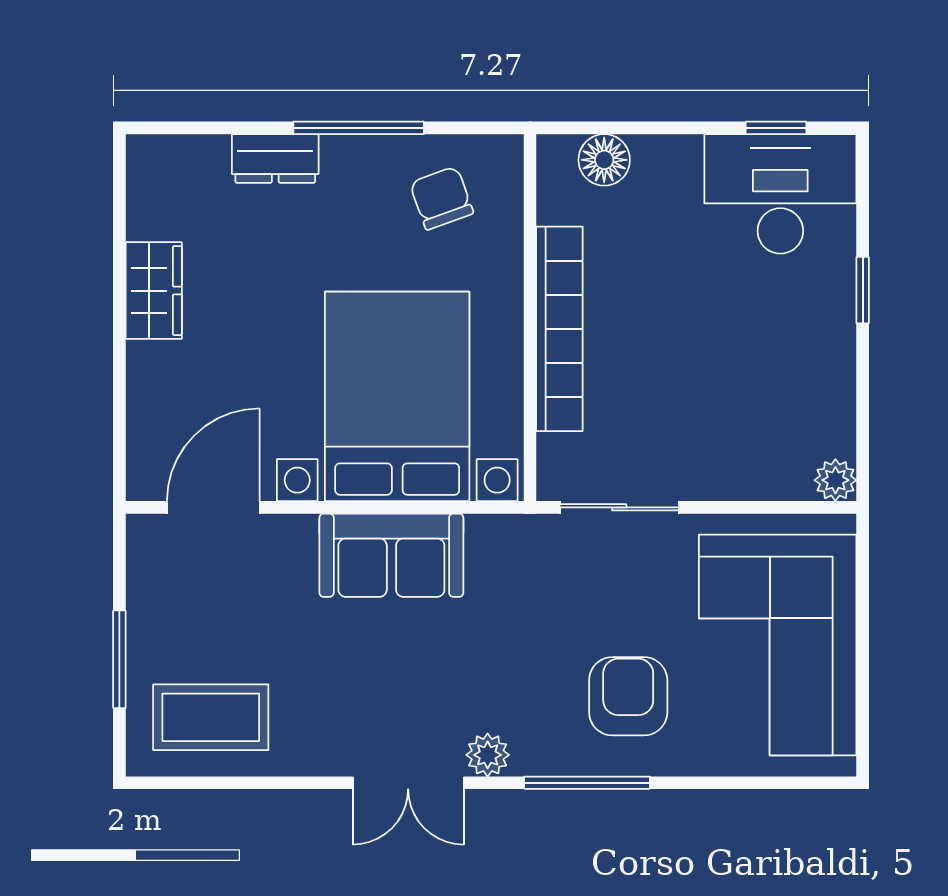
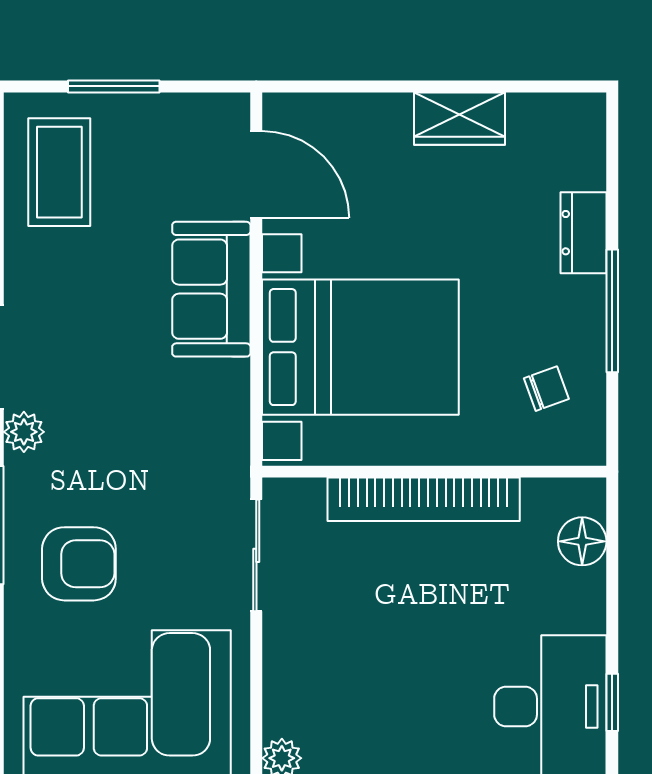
chair: (441, 198) -> (546, 389), width x0.73, depth x0.73
sofa: (391, 555) -> (211, 289), moved

